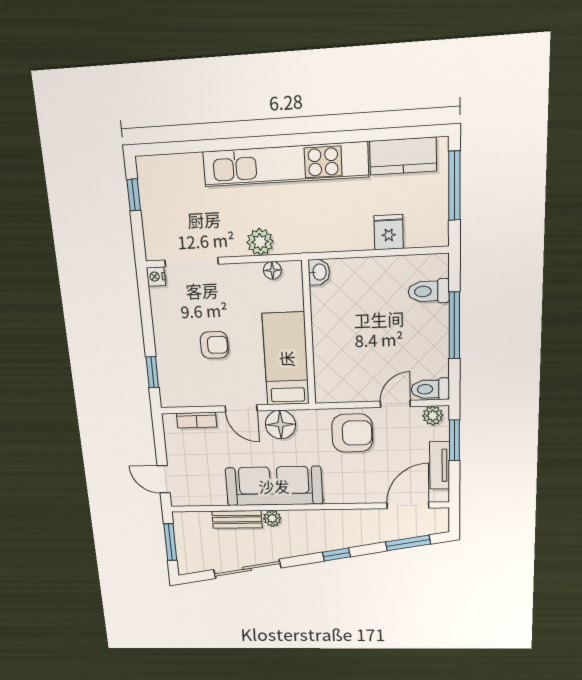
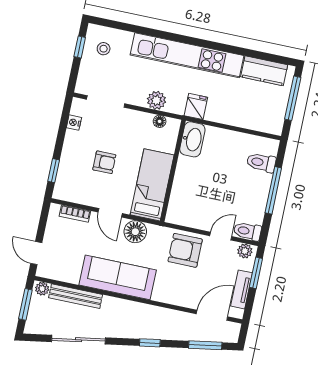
stool: (167, 188) -> (104, 49), added
fridge: (389, 232) -> (196, 106), moved
washbasin: (319, 272) -> (192, 139), width x1.91, depth x1.45
nightstand: (156, 277) -> (74, 123), moved
armchair: (352, 433) -> (185, 250), turned 180
plant: (272, 518) -> (42, 289), moved
bench: (237, 519) -> (76, 296), width x1.36

